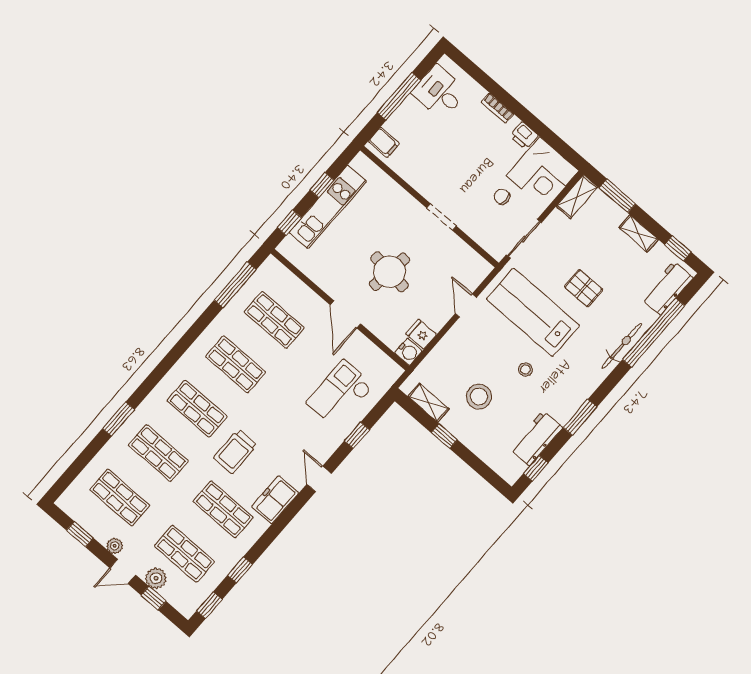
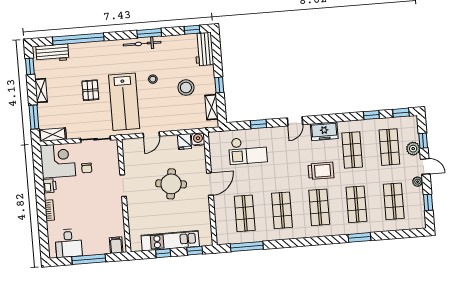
bicycle: (622, 346) -> (142, 44), moved
workbench: (536, 438) -> (204, 49), moved, turned 90

